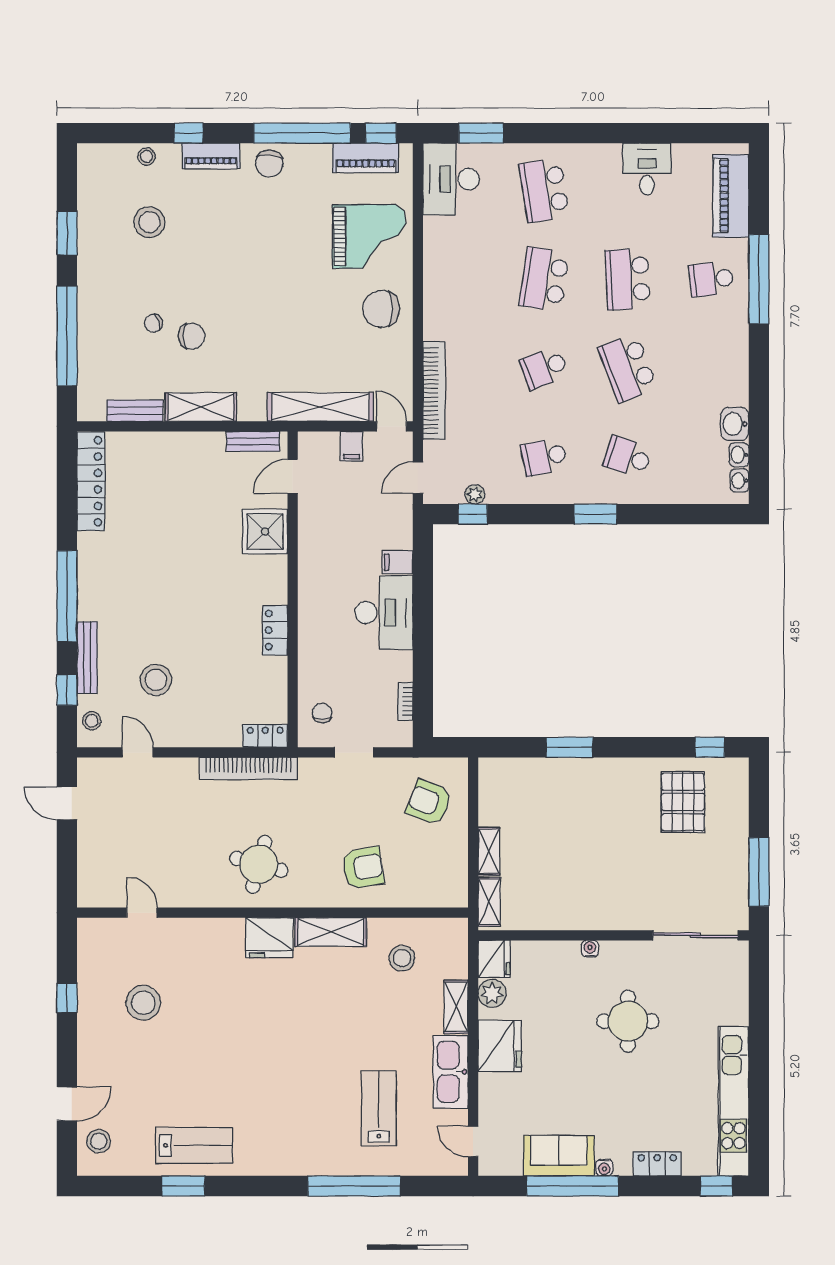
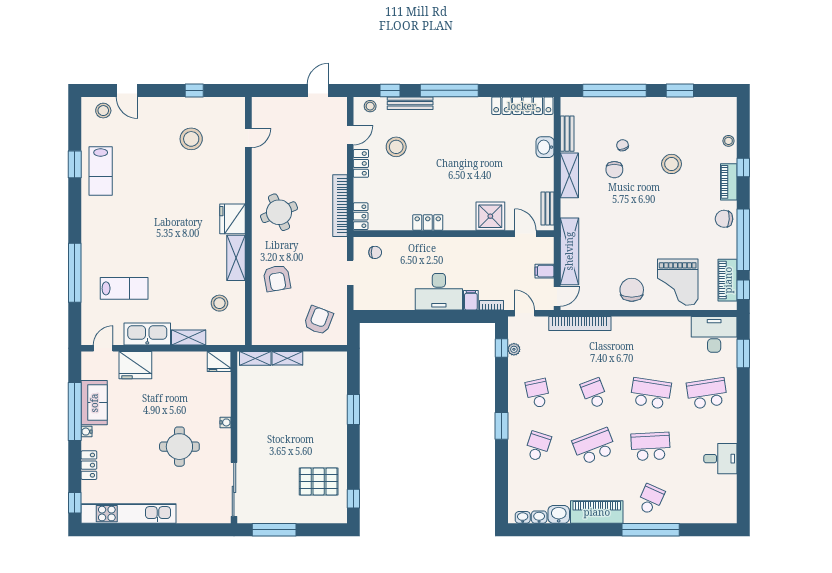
piano: (731, 196) -> (597, 512), moved
stool: (149, 222) -> (671, 164), moved
school desk: (711, 279) -> (651, 499), turned 30
washbasin: (156, 445) -> (545, 147), added
bookcase: (405, 701) -> (491, 305), moved
locker: (182, 735) -> (361, 163), added
round table: (259, 864) -> (279, 212), turned -37
plant: (492, 993) -> (197, 360), removed
fridge: (500, 1046) -> (135, 365), moved

